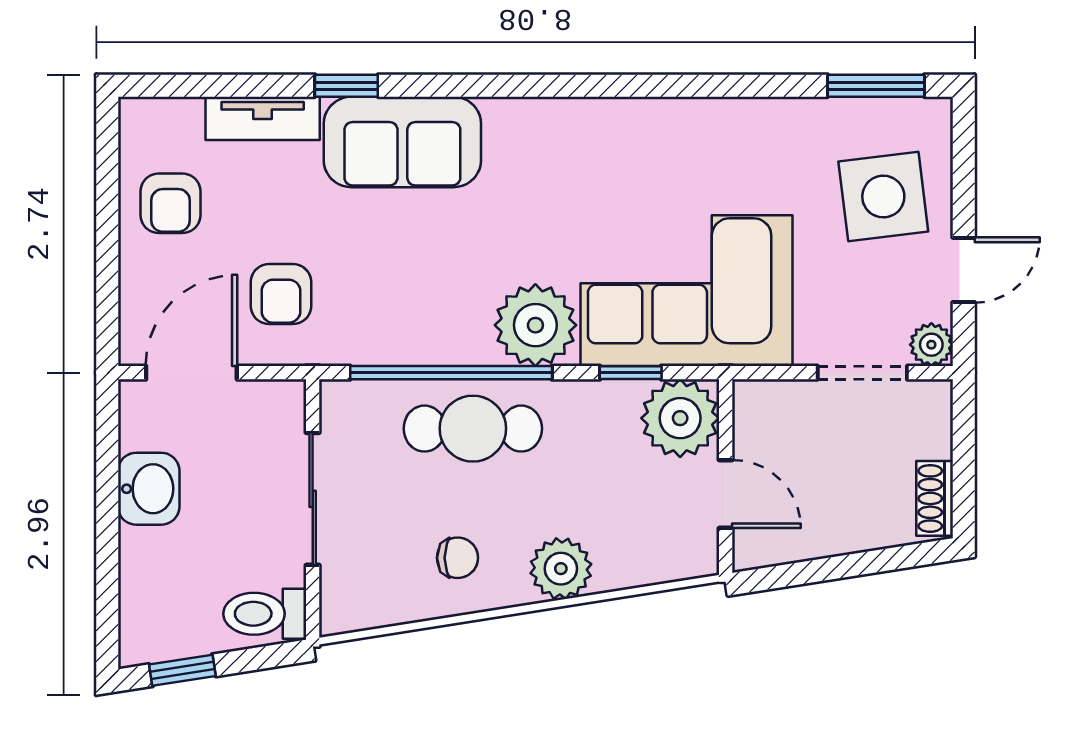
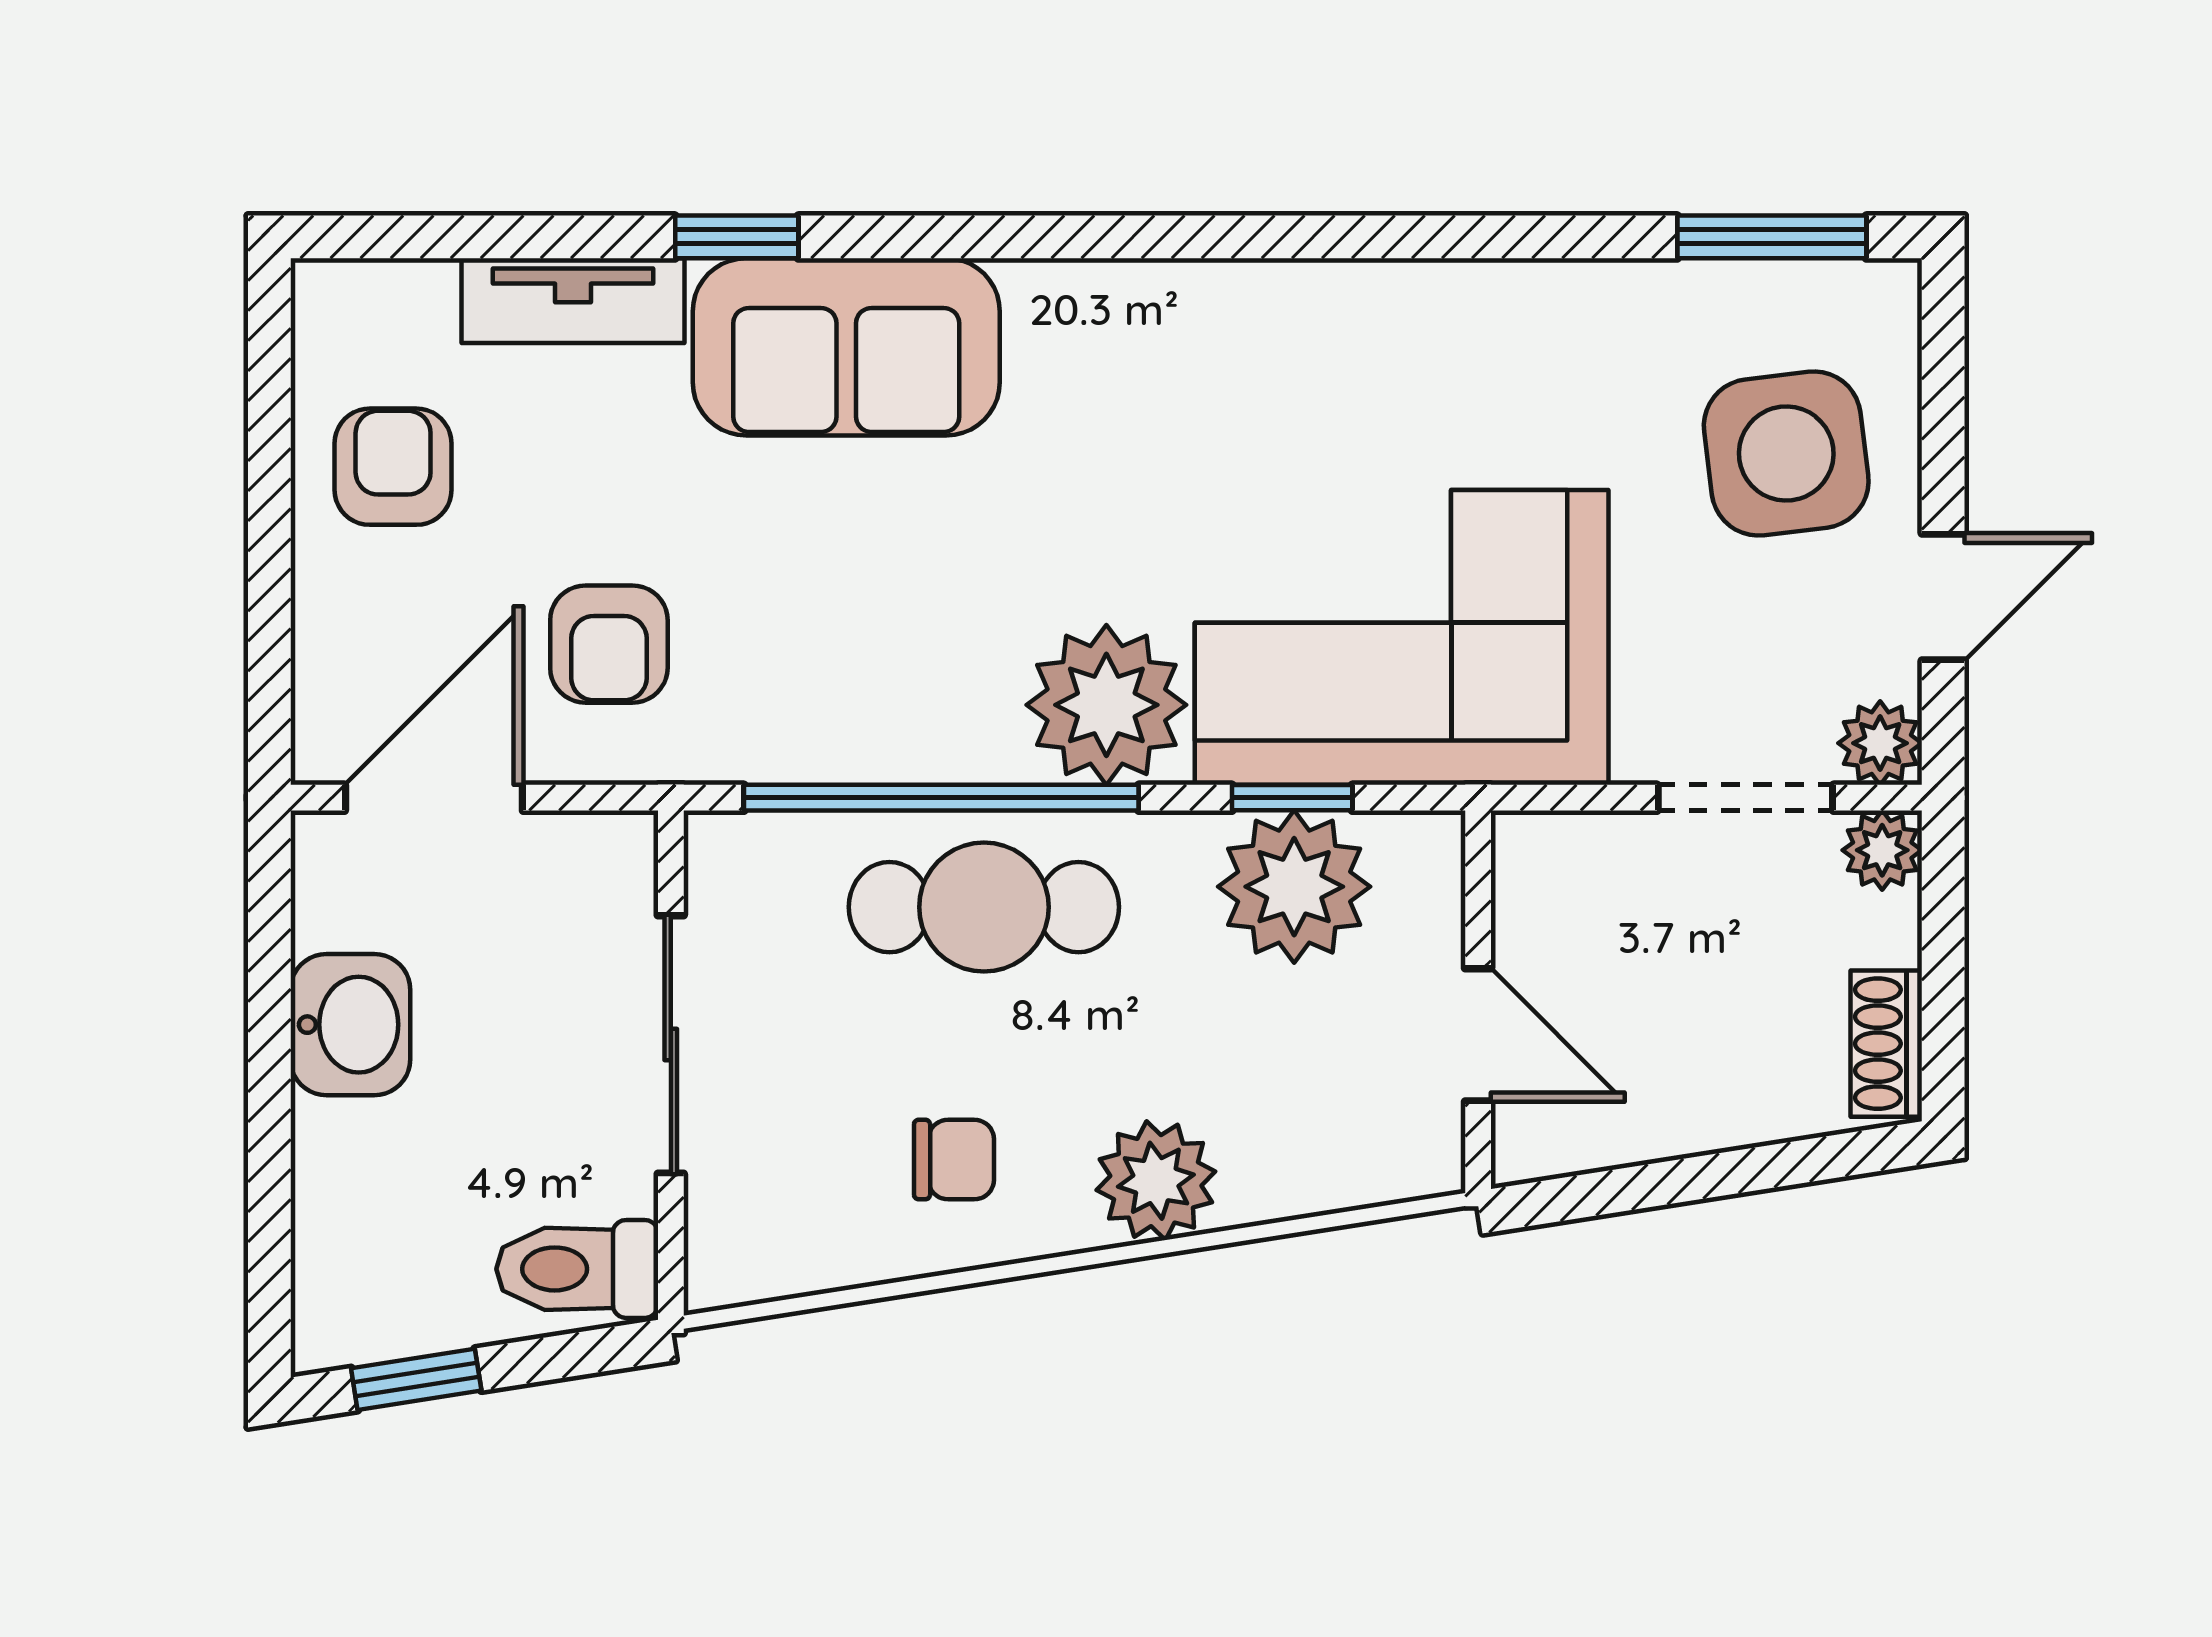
armchair: (170, 203) -> (393, 467), turned 180
plant: (932, 399) -> (1882, 850), added
plant: (680, 418) -> (1294, 887), moved

